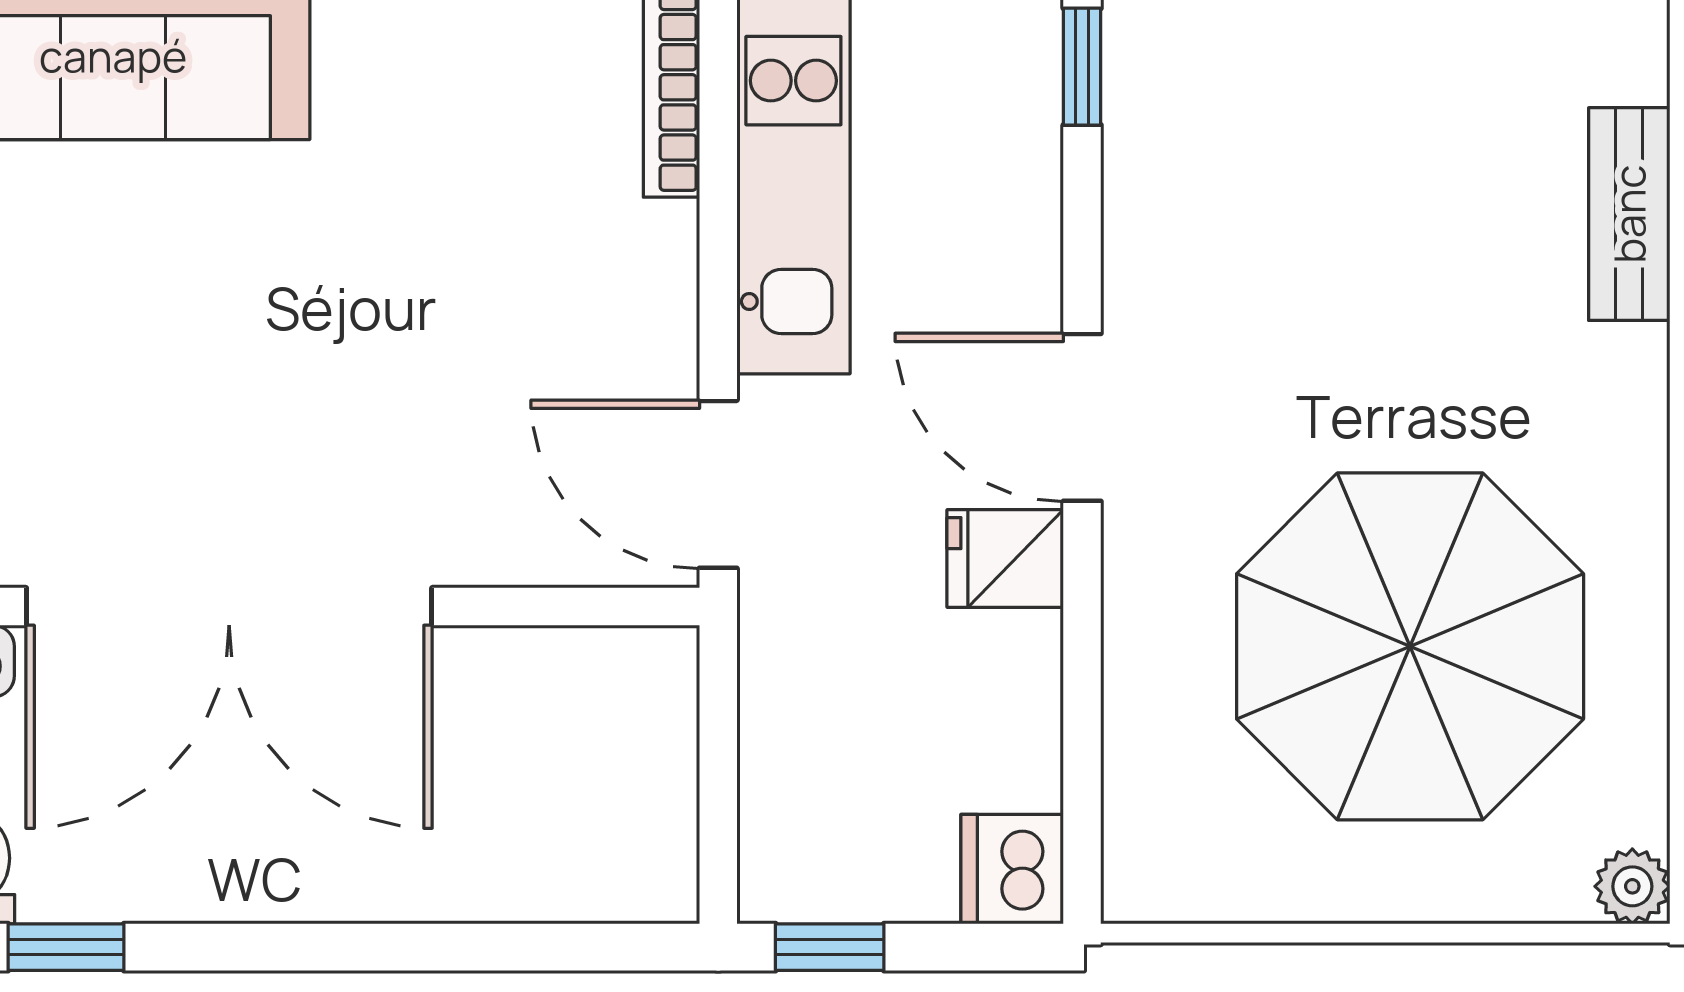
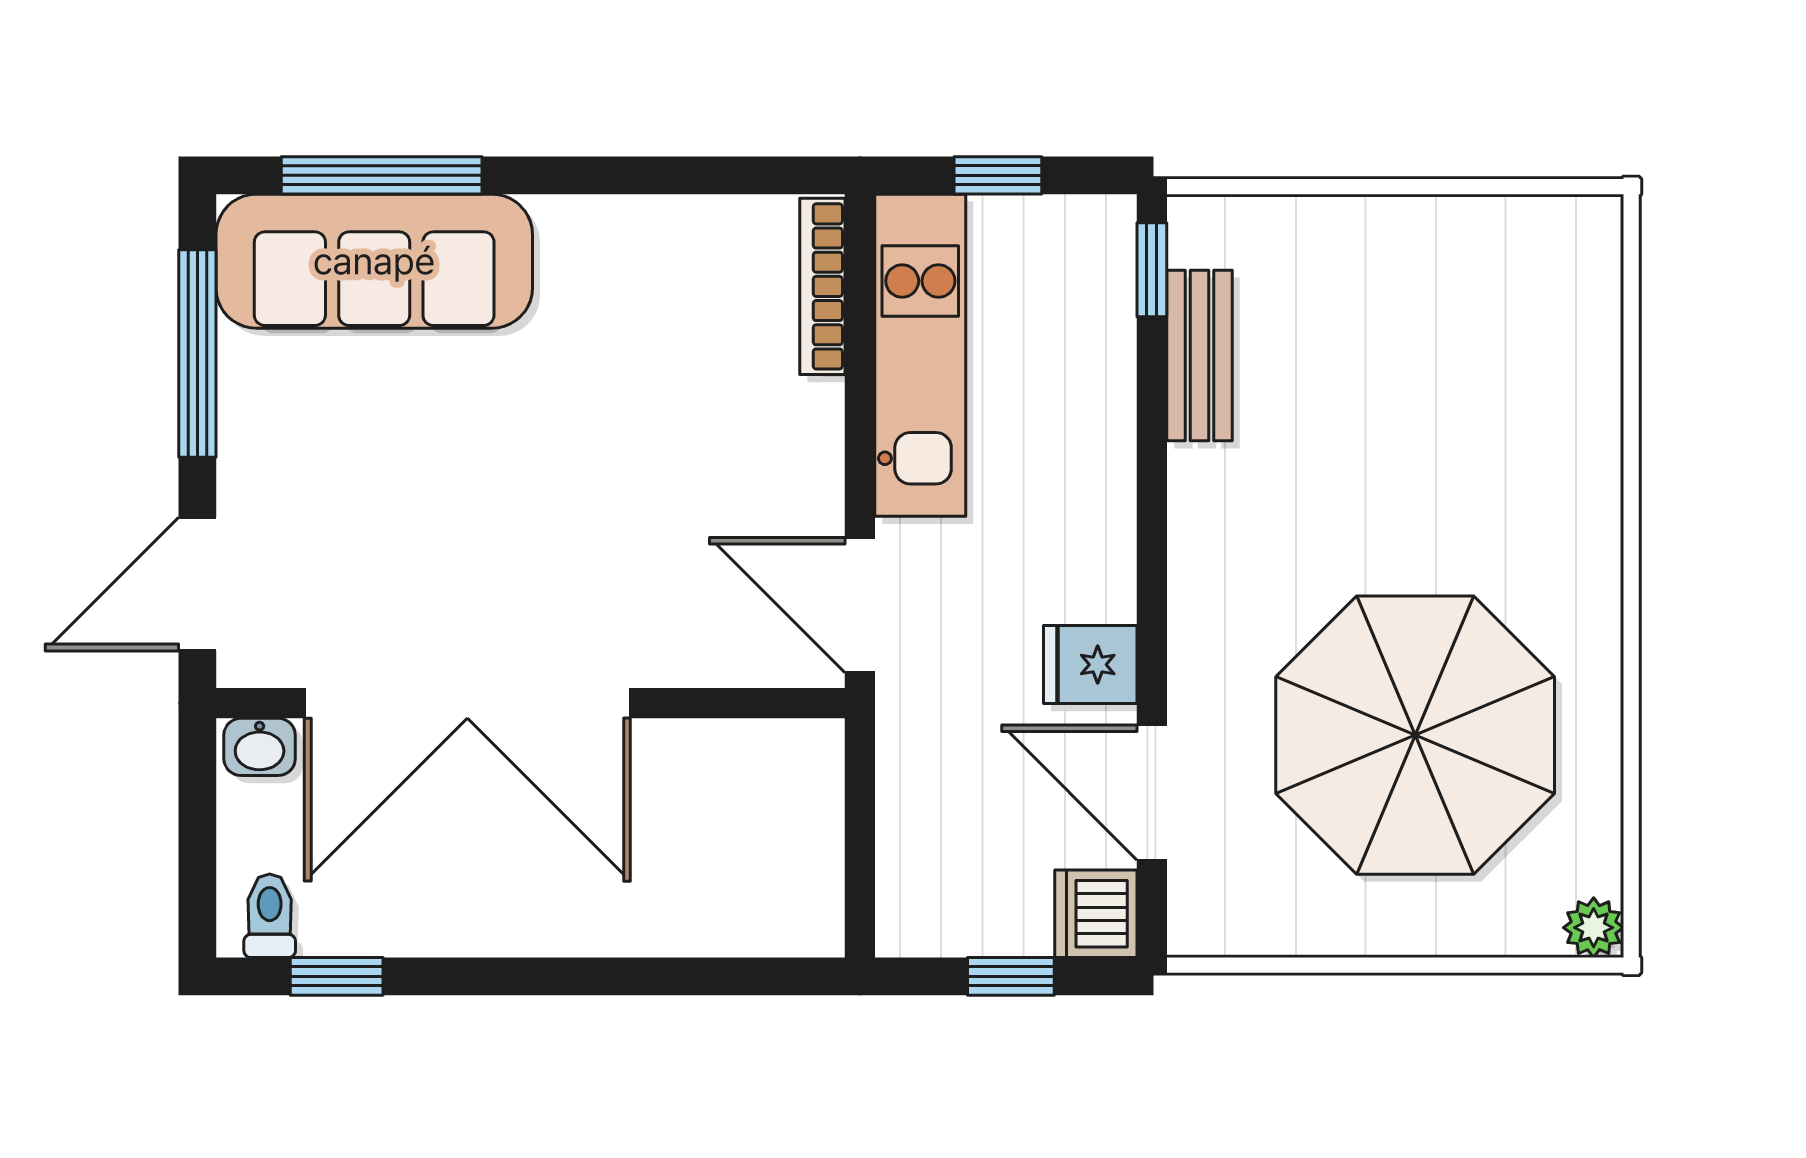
bench: (1629, 214) -> (1199, 356), moved
door: (1082, 417) -> (1152, 792), moved
window: (830, 947) -> (1011, 976), moved

